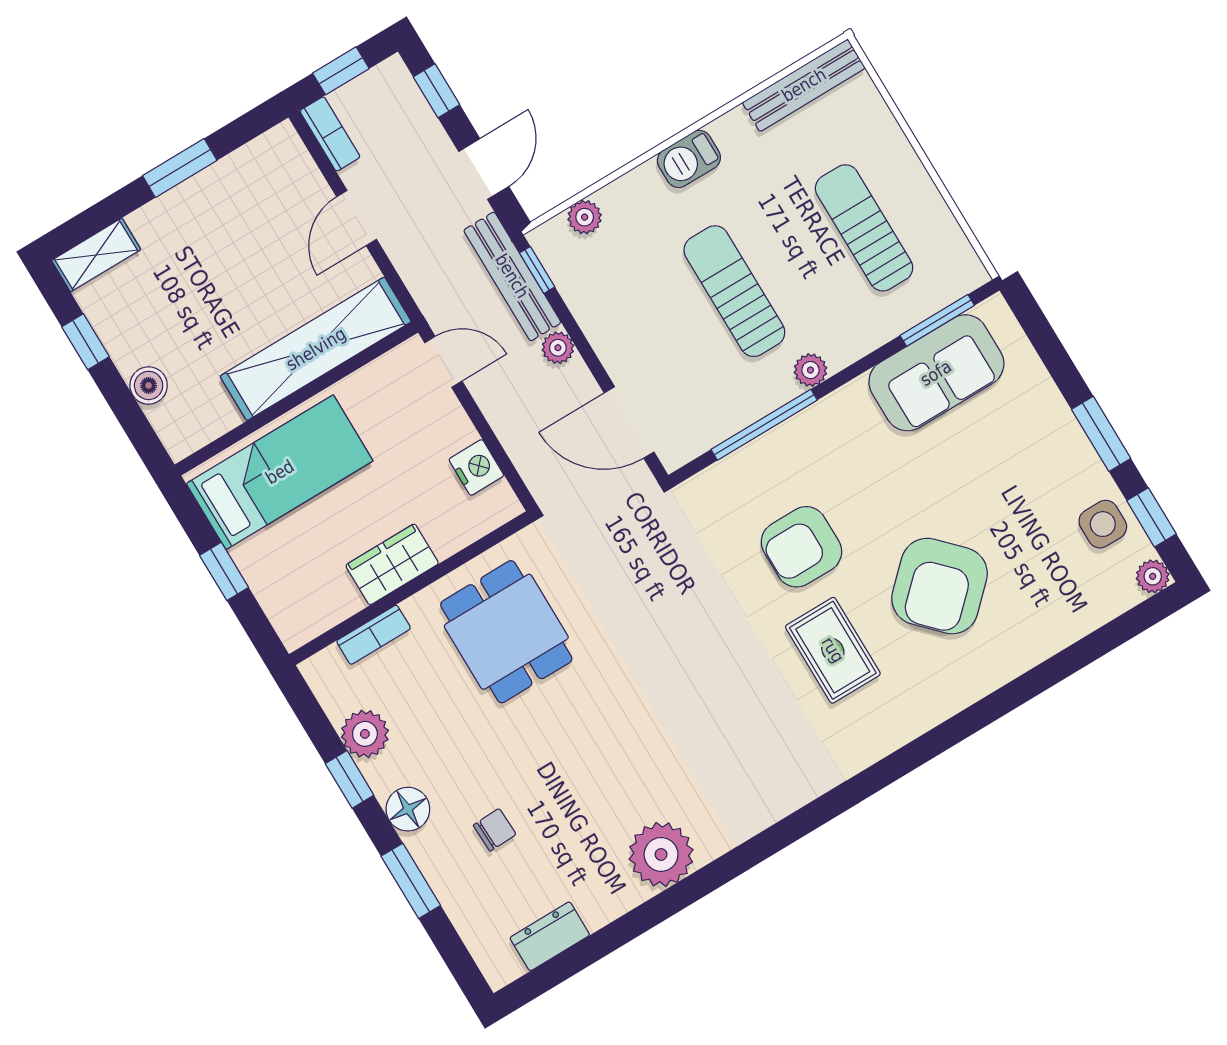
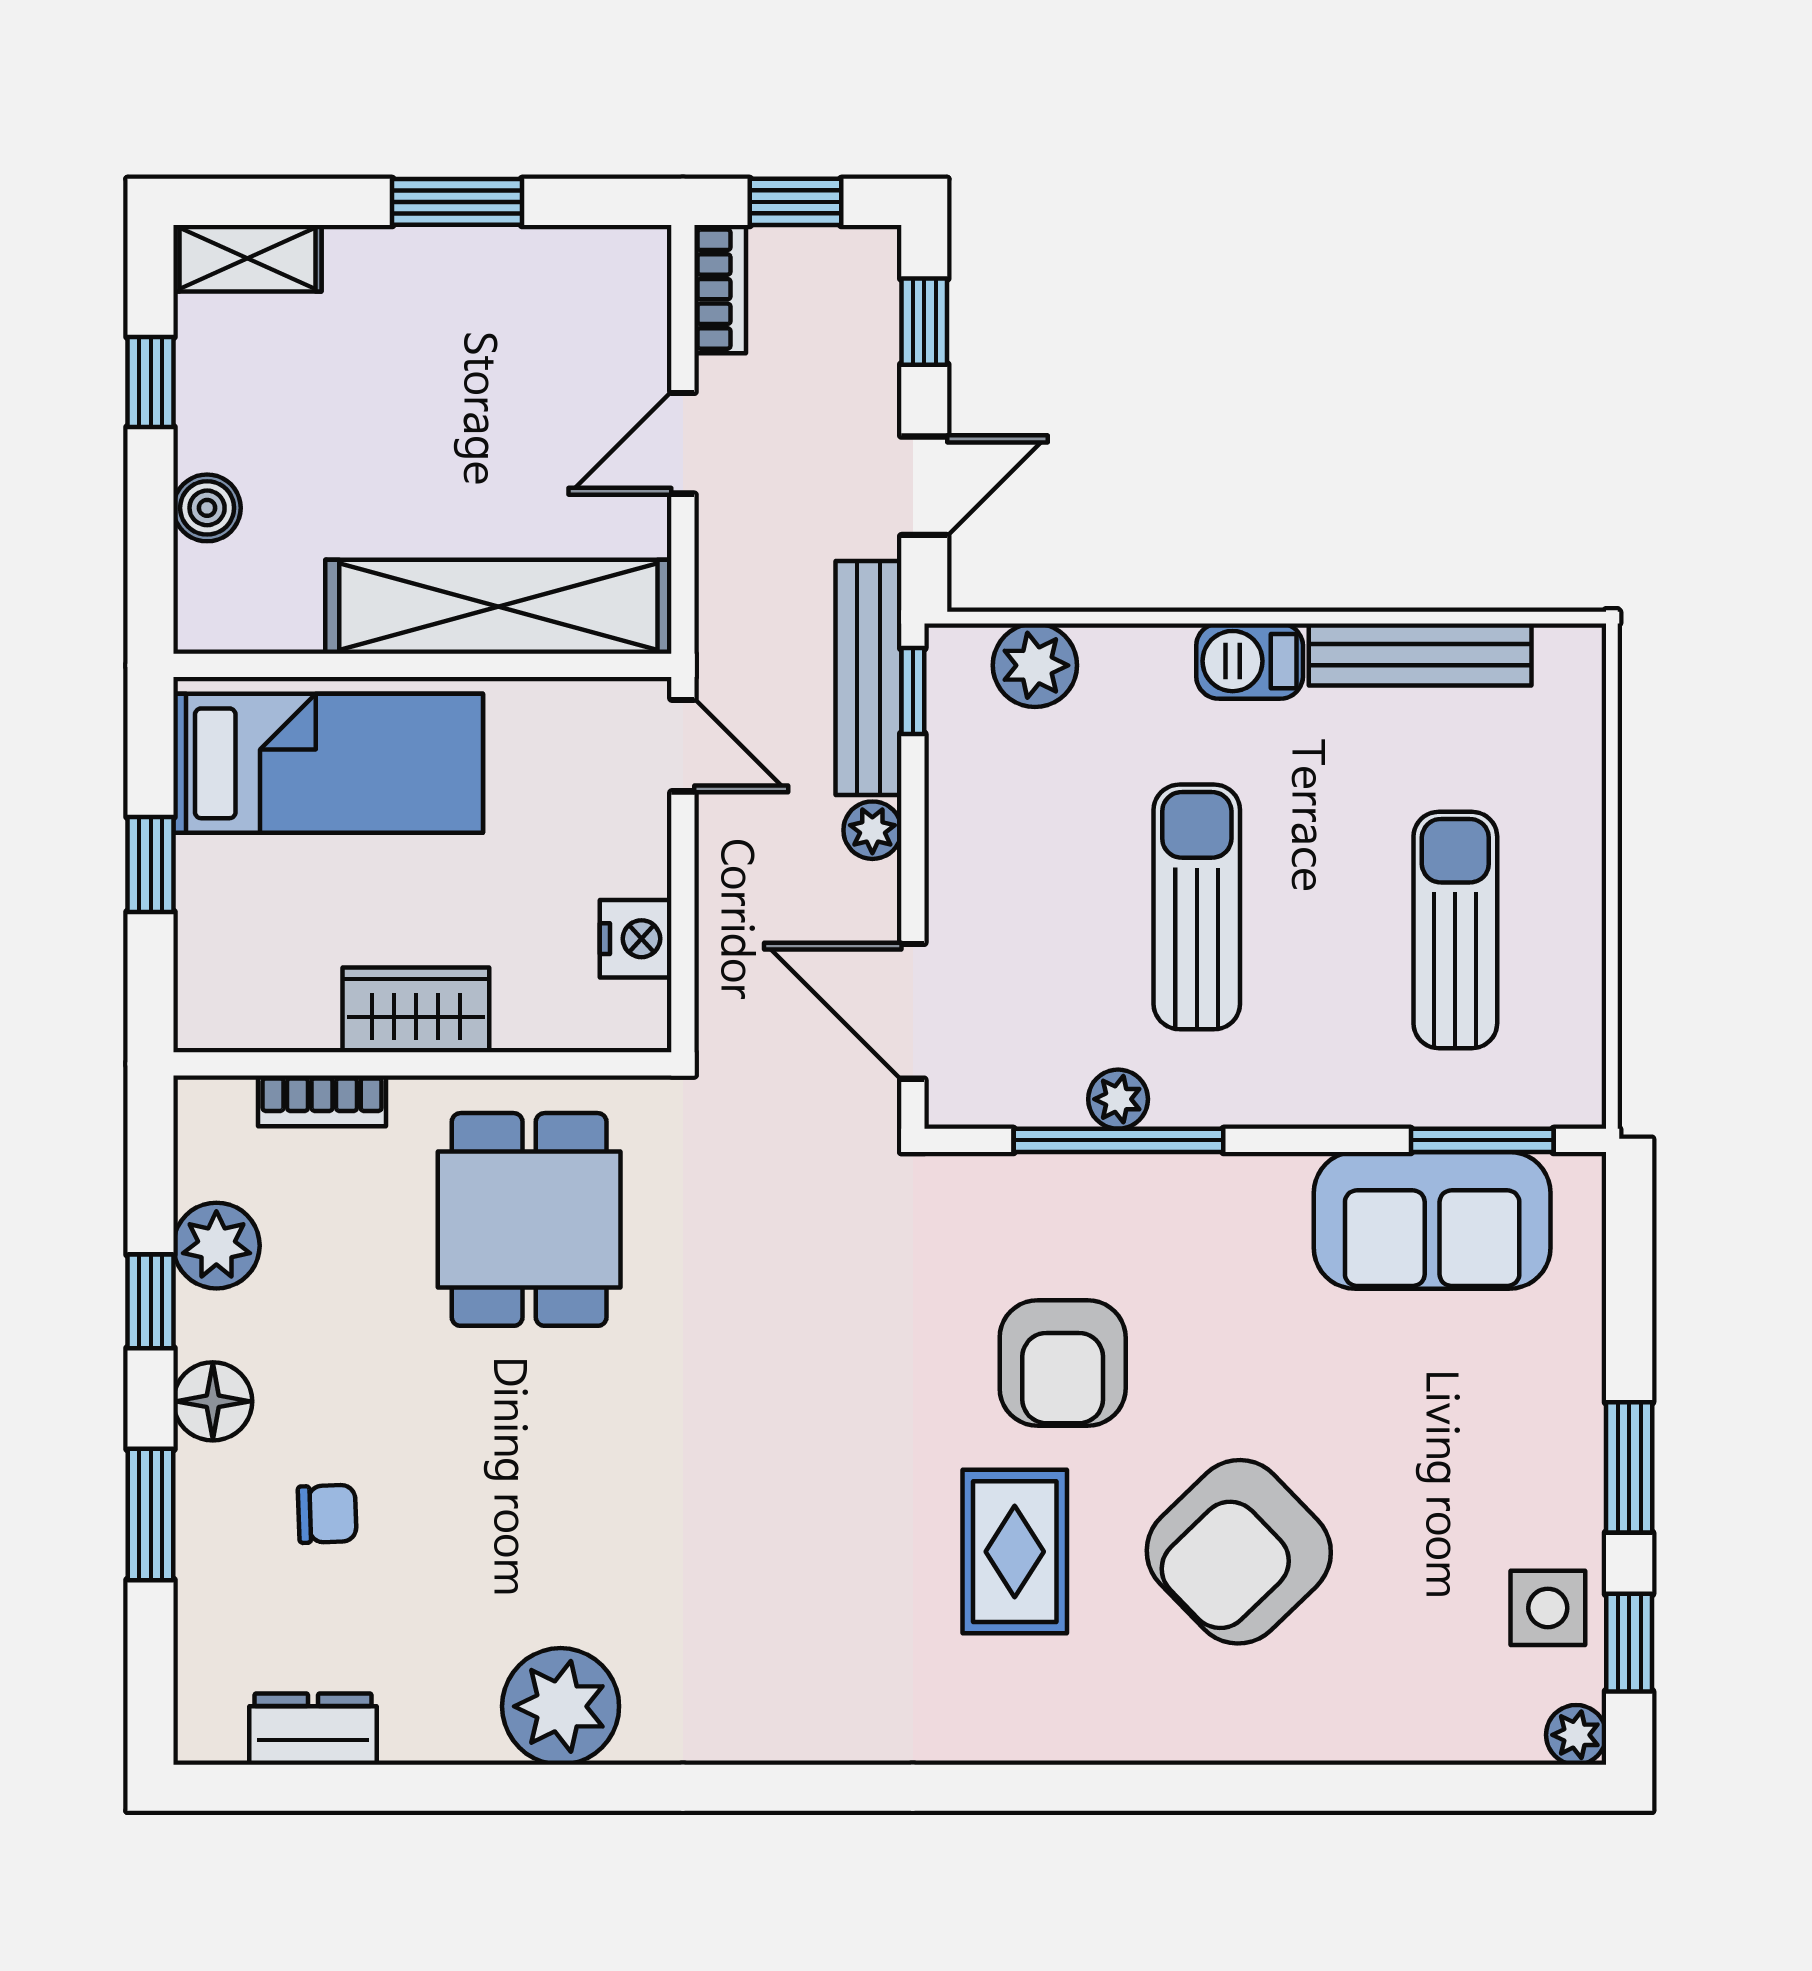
bench: (804, 85) -> (1420, 654), moved
plant: (585, 217) -> (1035, 665), width x1.38, depth x1.38
plant: (810, 370) -> (1118, 1099), moved
armchair: (801, 547) -> (1063, 1363), turned -90

